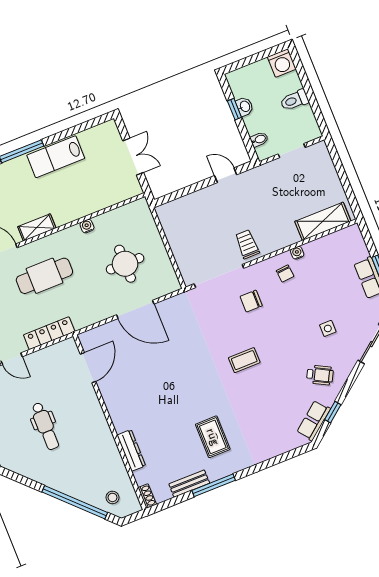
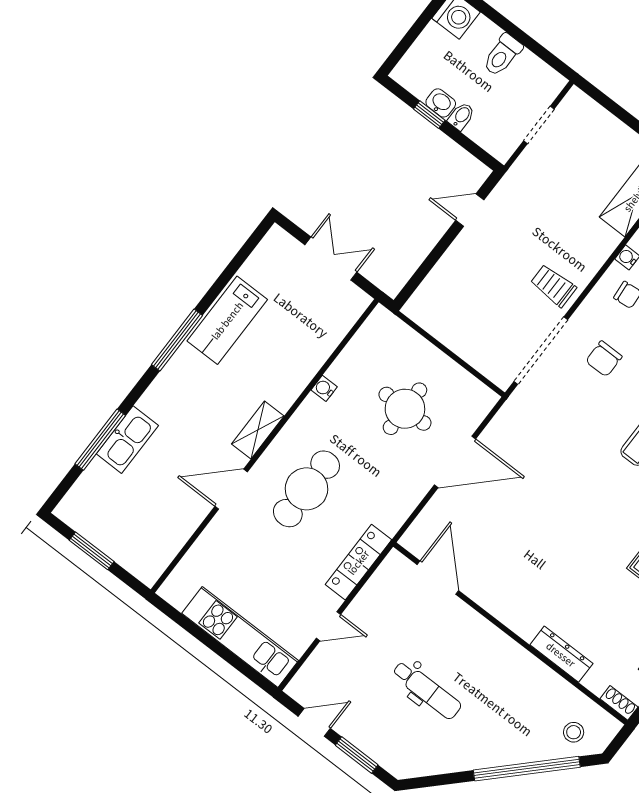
bidet: (259, 139) -> (461, 116), moved

